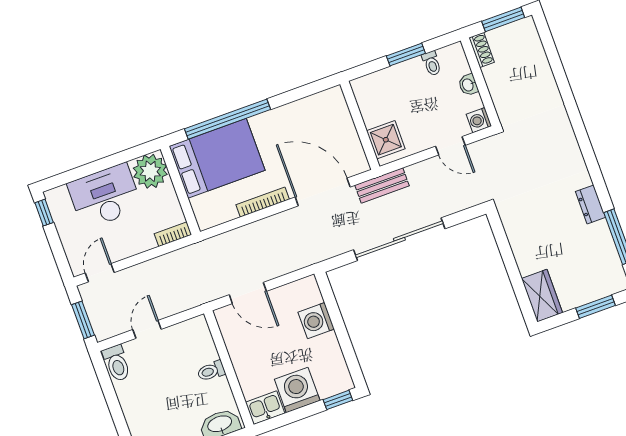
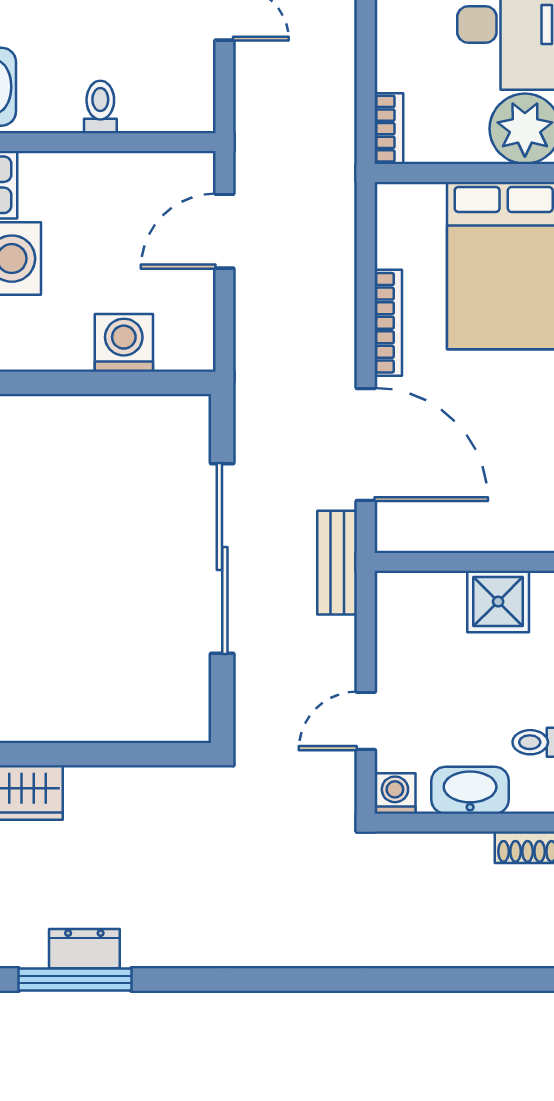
washbasin: (468, 85) -> (470, 790), width x1.91, depth x1.45
shower: (386, 140) -> (498, 602), moved
door: (323, 192) -> (366, 444), hinge flipped
dresser: (590, 204) -> (84, 949), moved

